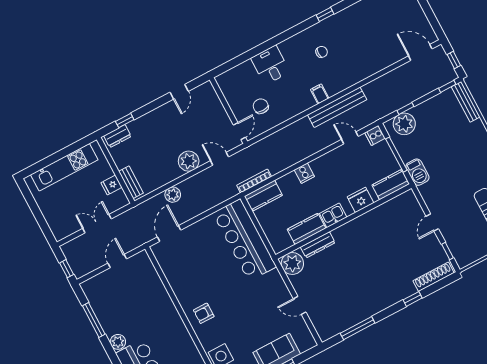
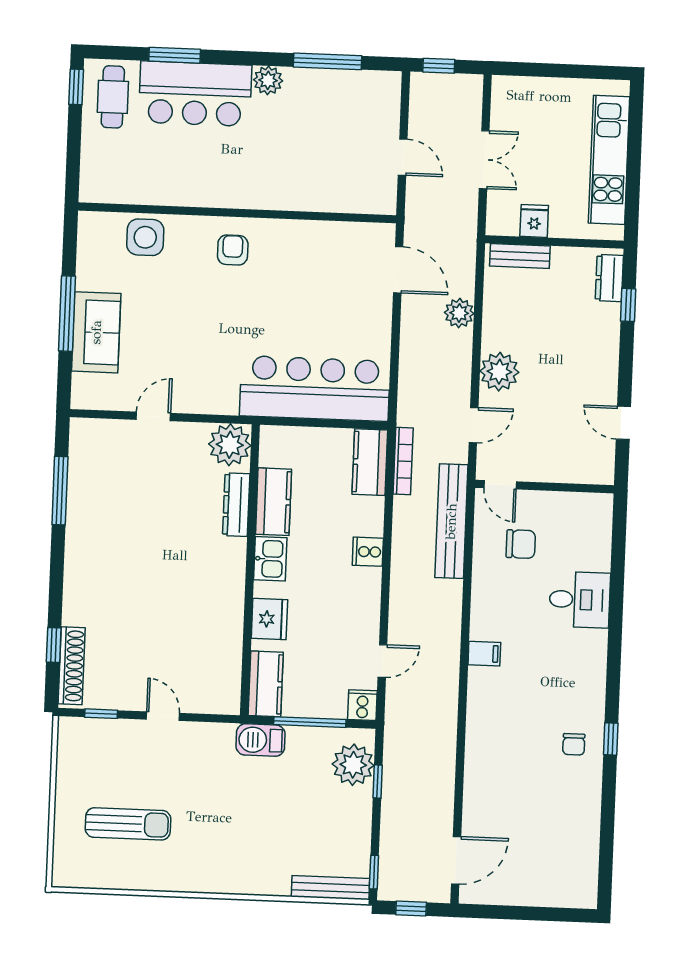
chair: (322, 52) -> (574, 744), moved
bench: (337, 107) -> (451, 521), moved
window: (413, 299) -> (54, 645), moved

